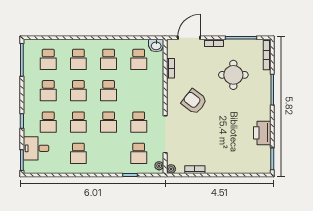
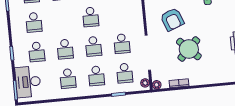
school desk: (78, 91) -> (96, 76), moved
armchair: (194, 102) -> (172, 19), turned -149
round table: (209, 134) -> (189, 49), added
desk: (36, 148) -> (28, 82), width x1.37

